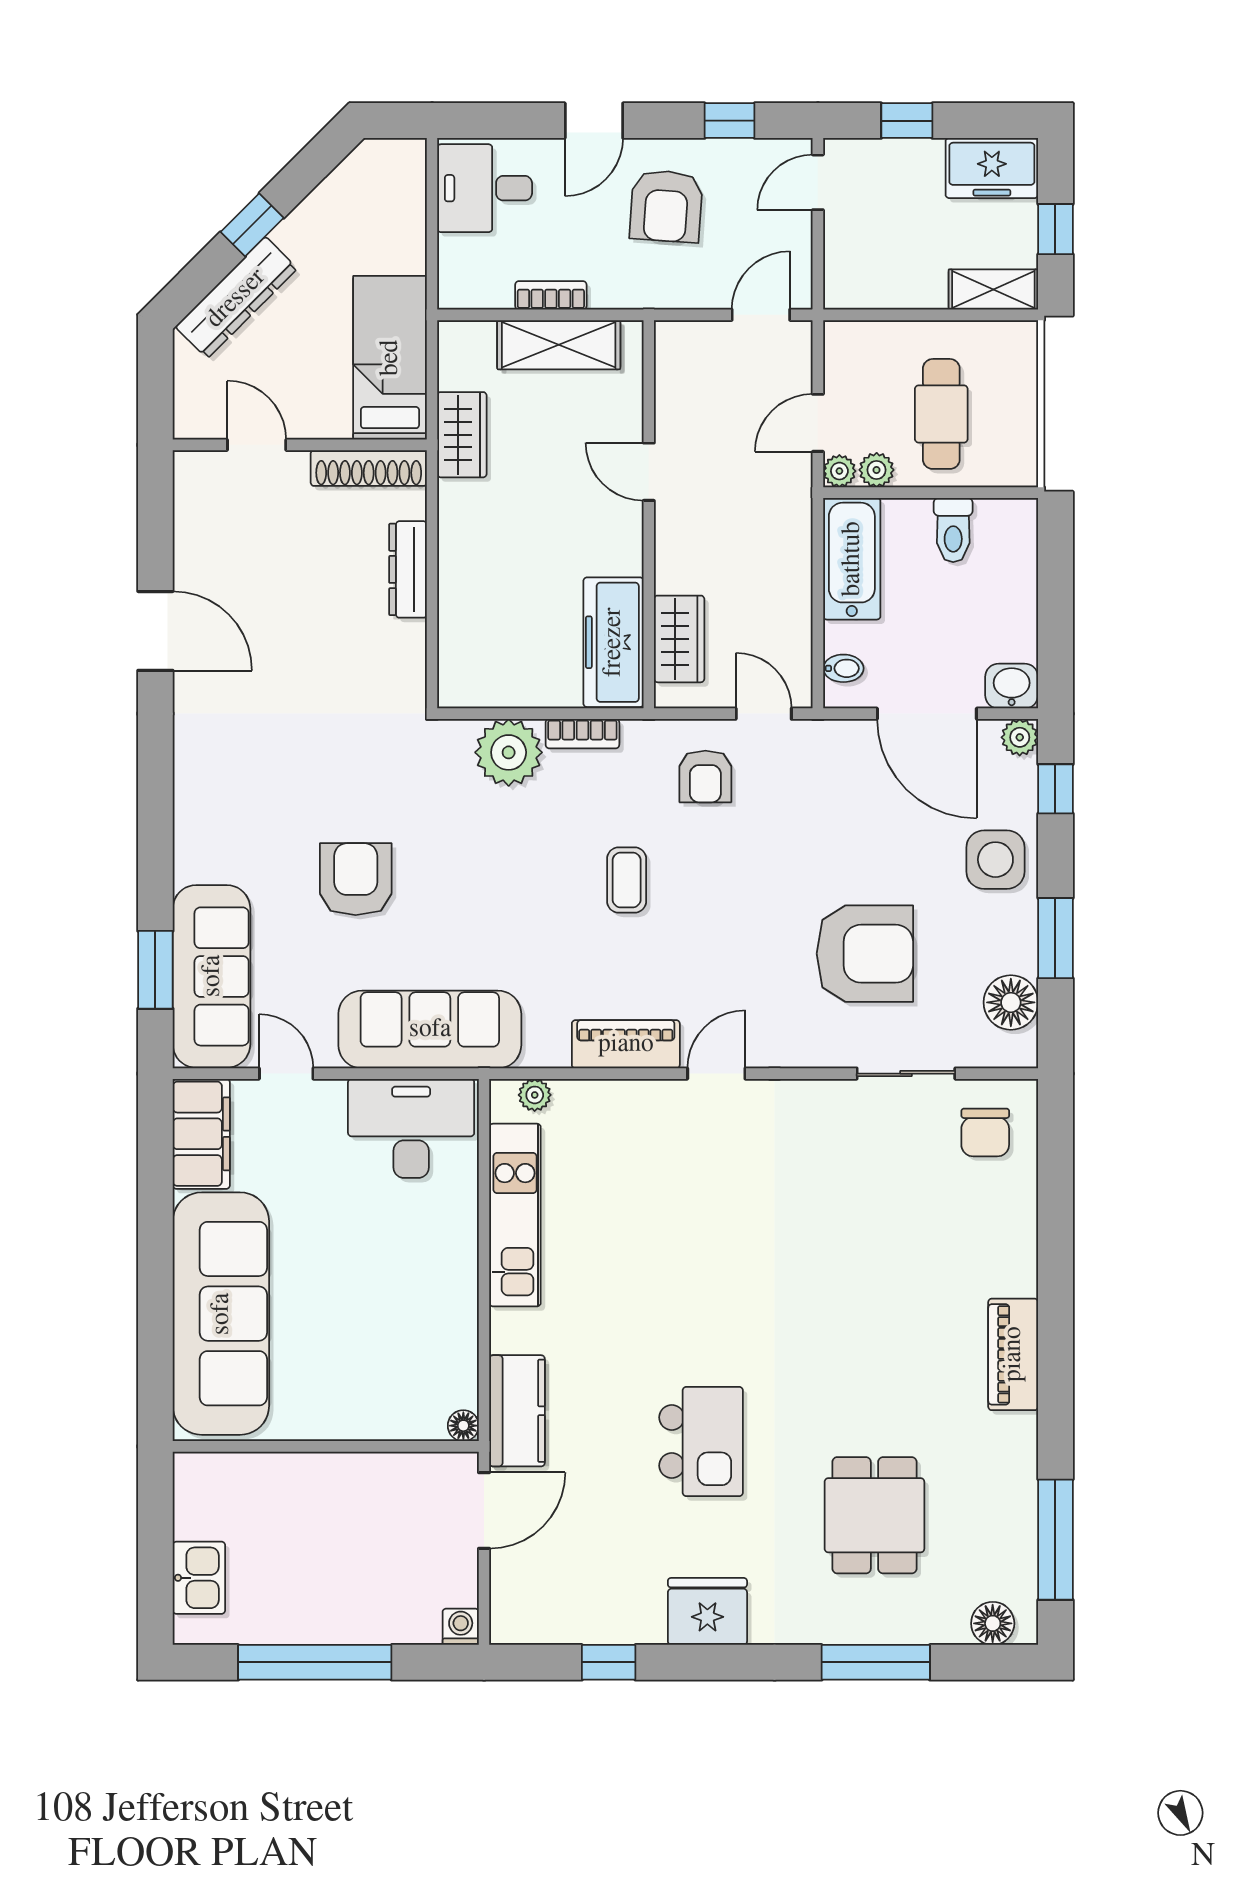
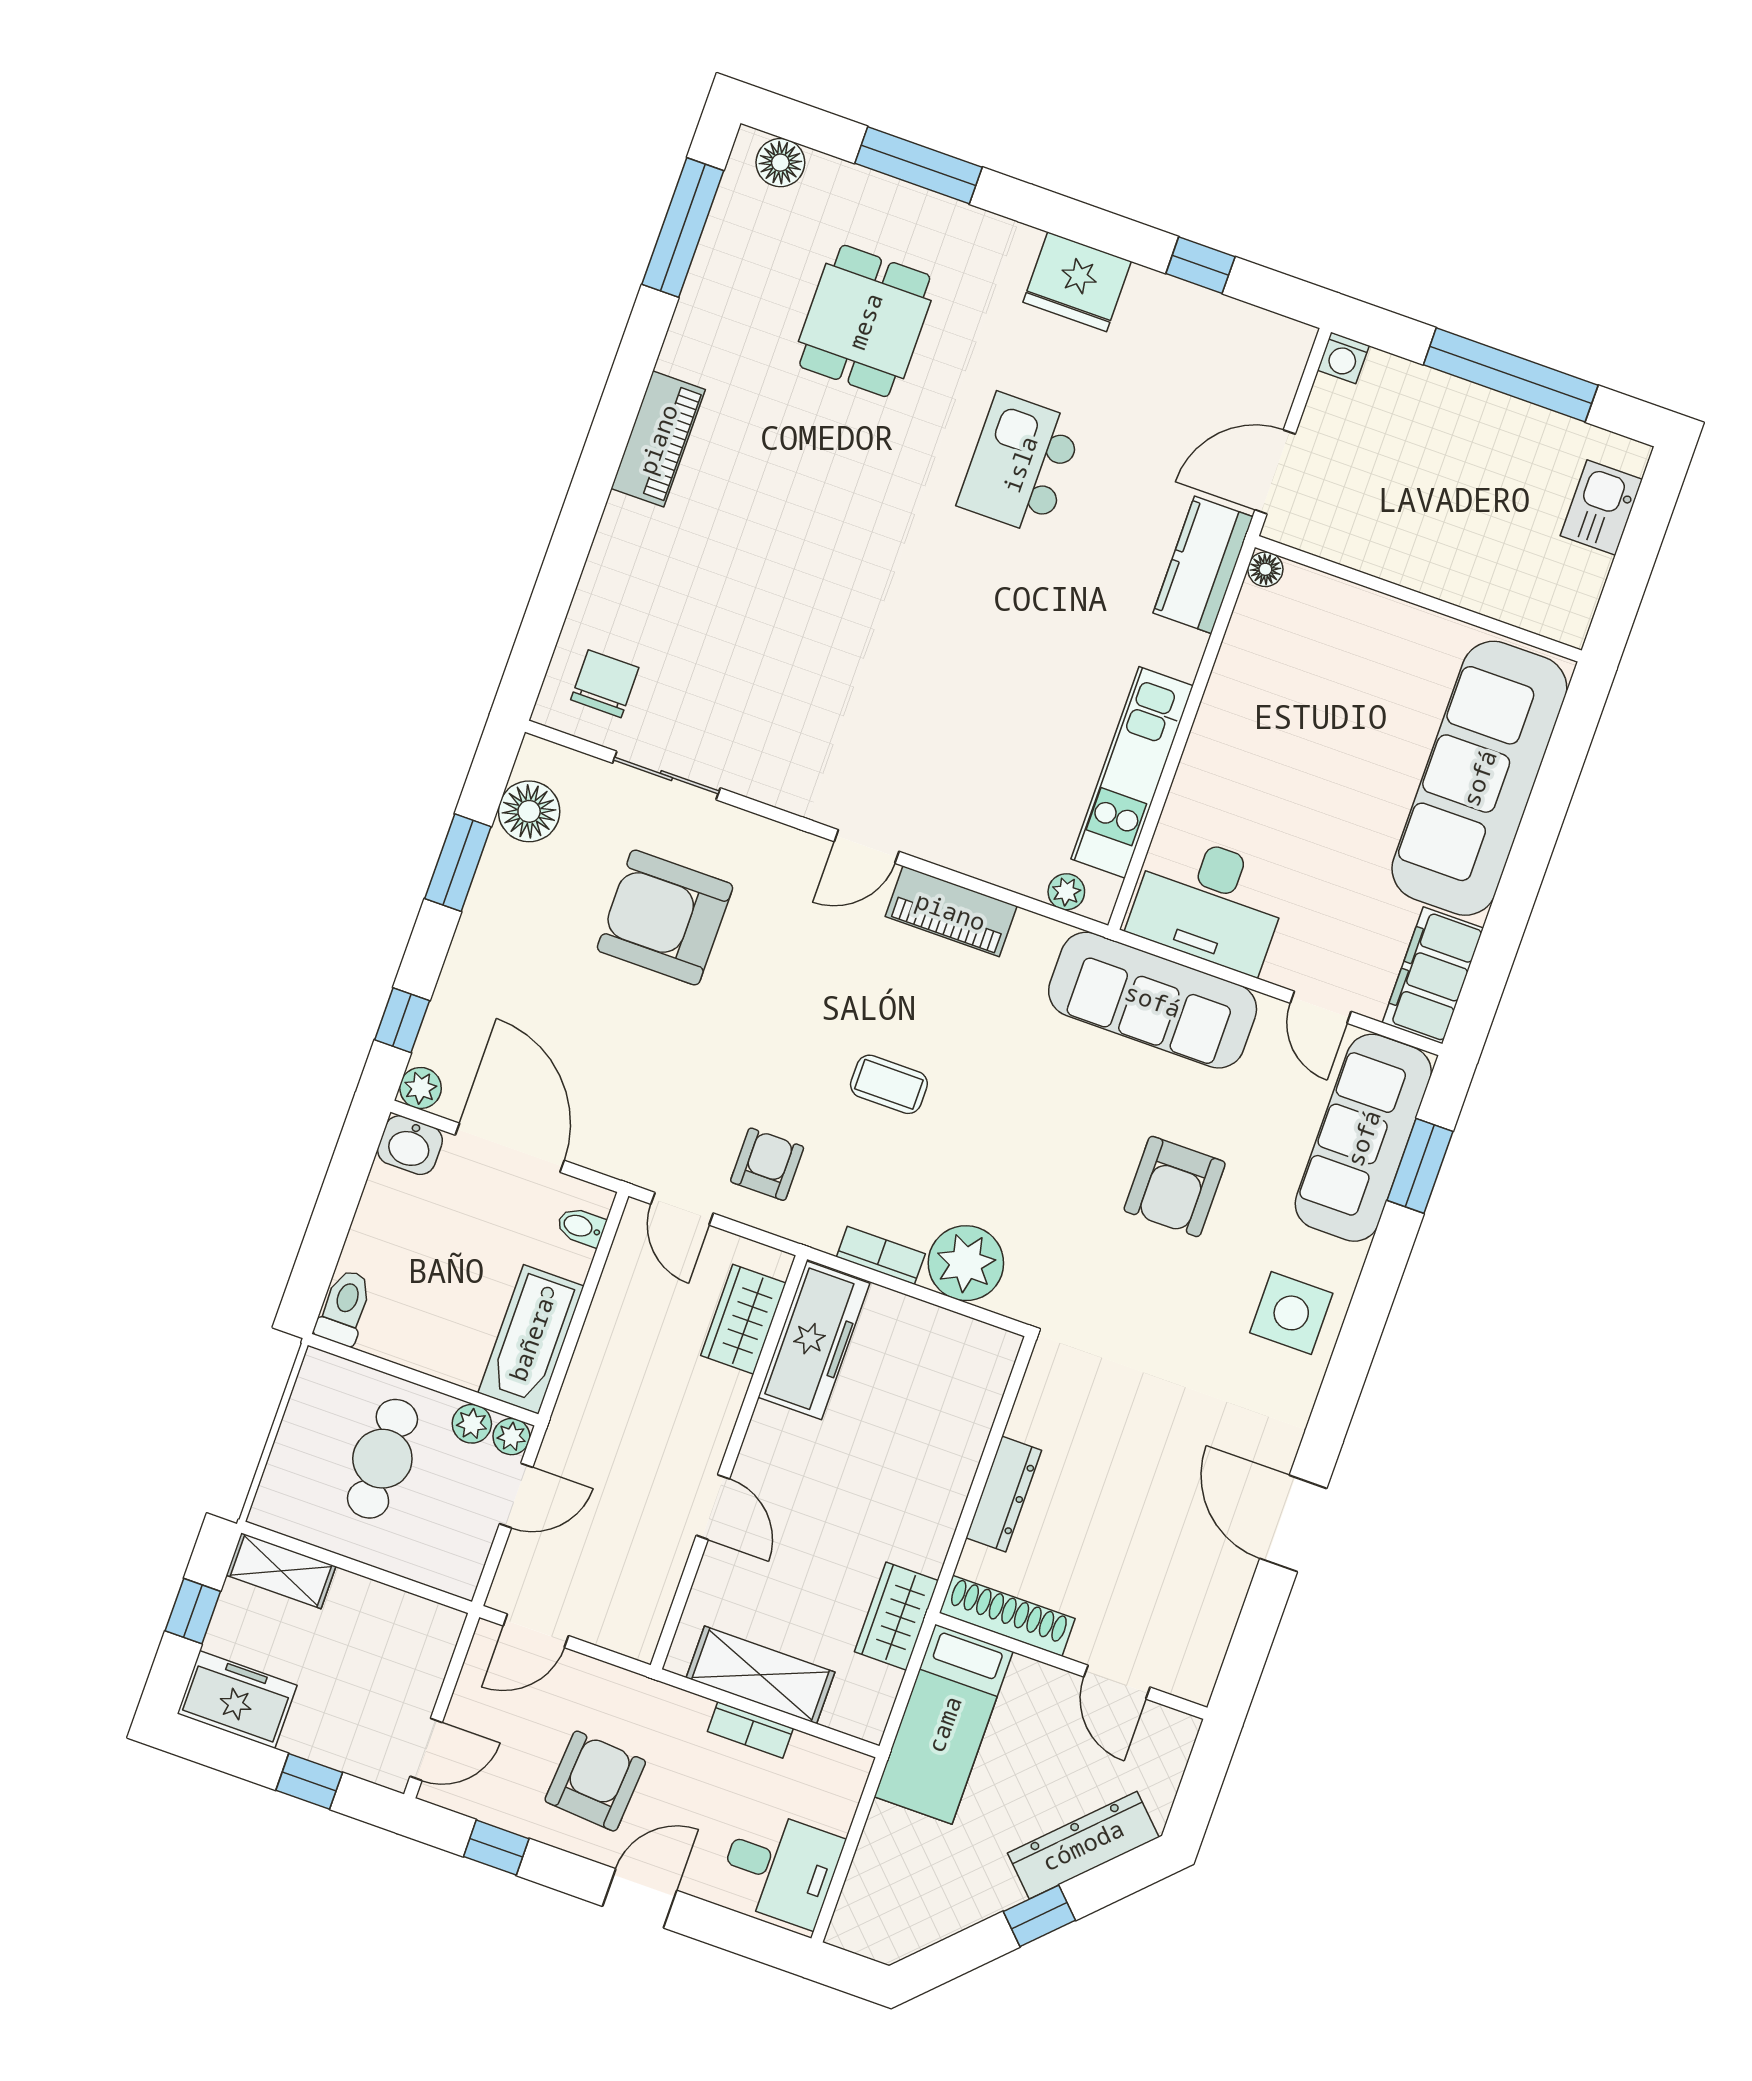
toilet: (953, 530) -> (344, 1307), moved
side table: (995, 860) -> (1291, 1313), moved
coffee table: (627, 880) -> (889, 1084), turned 90

